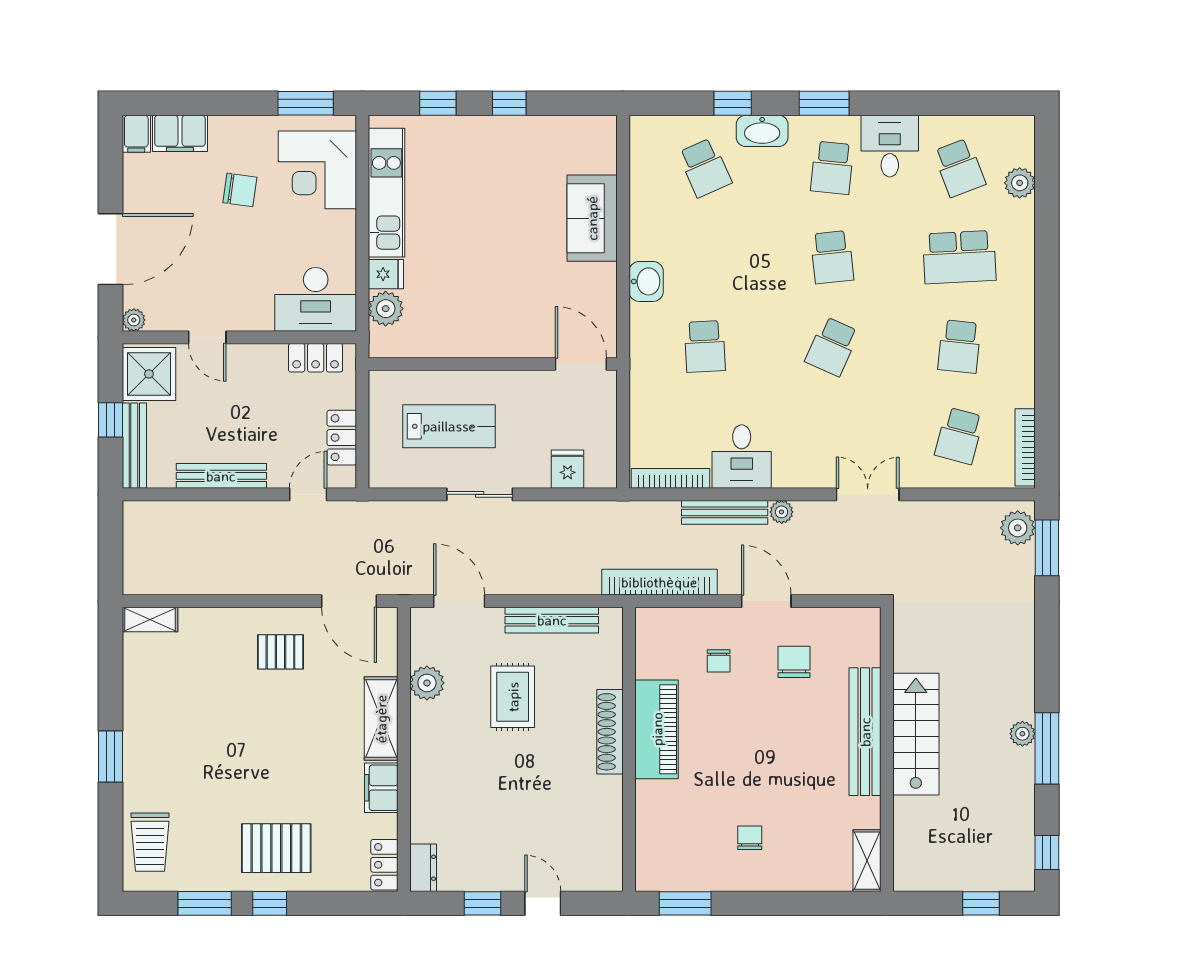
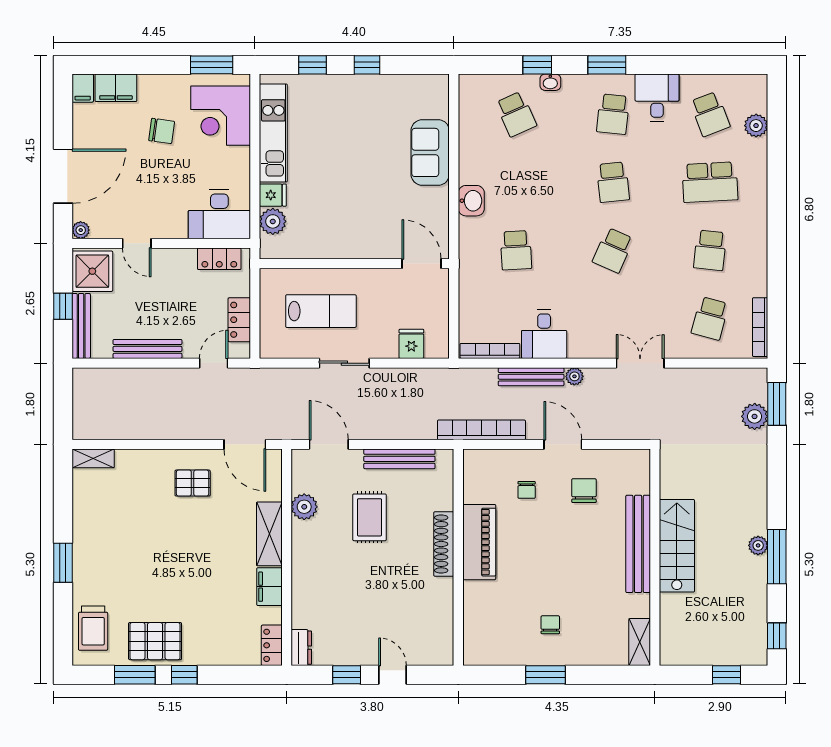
washbasin: (762, 131) -> (550, 82), width x0.52, depth x0.69
plant: (1018, 528) -> (755, 416), moved
pallet: (276, 848) -> (155, 641), moved
window: (685, 903) -> (546, 675), moved

